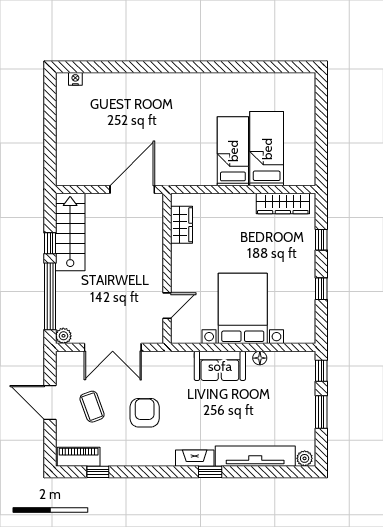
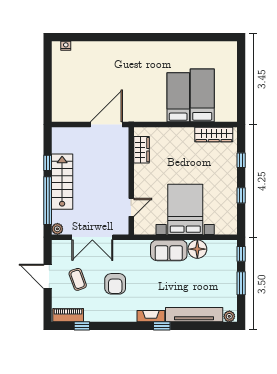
stairs: (70, 232) -> (62, 182), moved
floor lamp: (260, 358) -> (197, 249), width x1.89, depth x1.89
armchair: (145, 413) -> (115, 284), turned 180

